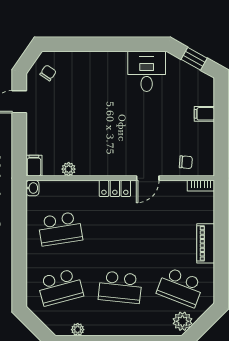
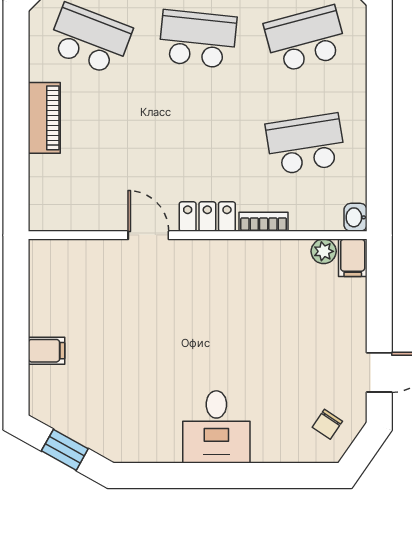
desk: (147, 71) -> (216, 427), moved
chair: (186, 162) -> (80, 264), removed
plant: (69, 169) -> (324, 251), moved
door: (148, 178) -> (148, 235), hinge flipped
bookcase: (201, 186) -> (264, 222), moved

